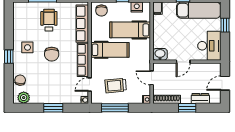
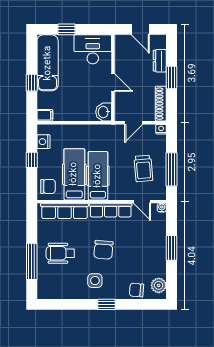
hospital bed: (130, 30) -> (74, 174), moved, turned 180
chair: (52, 54) -> (103, 250), turned 95

